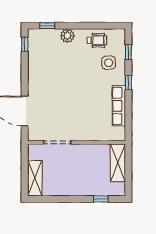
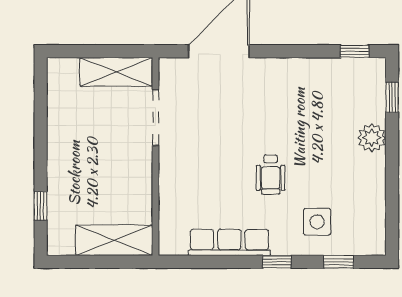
wheelchair: (97, 40) -> (271, 175), moved
shelving: (35, 178) -> (116, 72), moved

